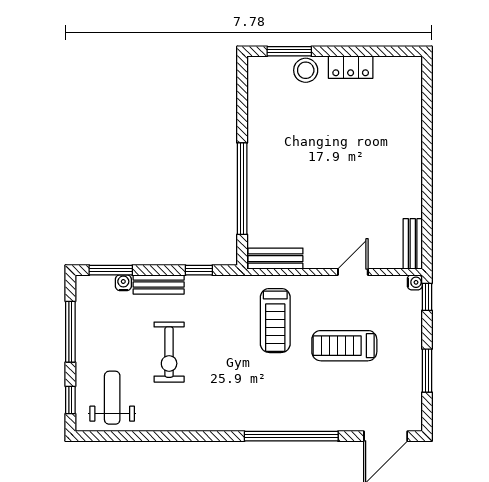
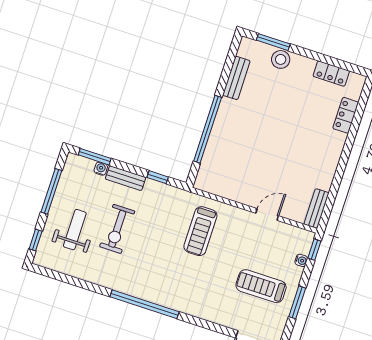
locker: (351, 67) -> (331, 74), moved
locker: (411, 114) -> (346, 115), added
bench: (275, 259) -> (236, 78), moved, turned 90
water cooler: (415, 282) -> (301, 260), moved
treadmill: (344, 346) -> (261, 286), moved
weight bench: (112, 398) -> (75, 230), moved
window: (291, 436) -> (144, 304), moved

